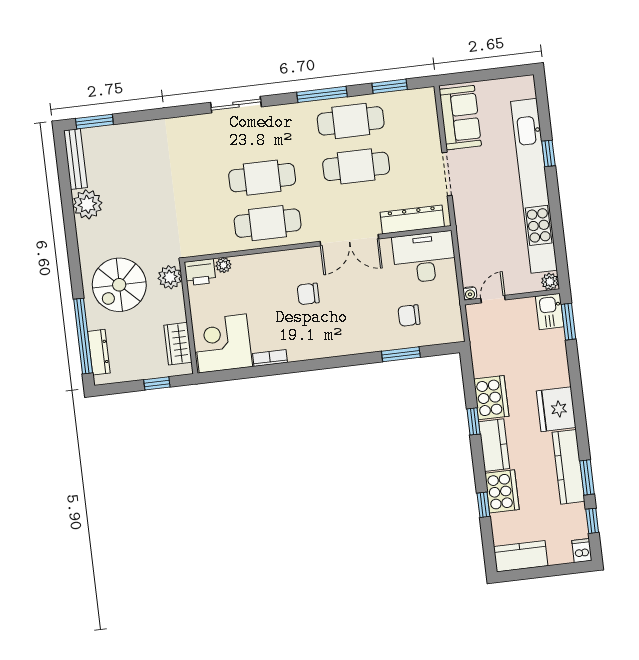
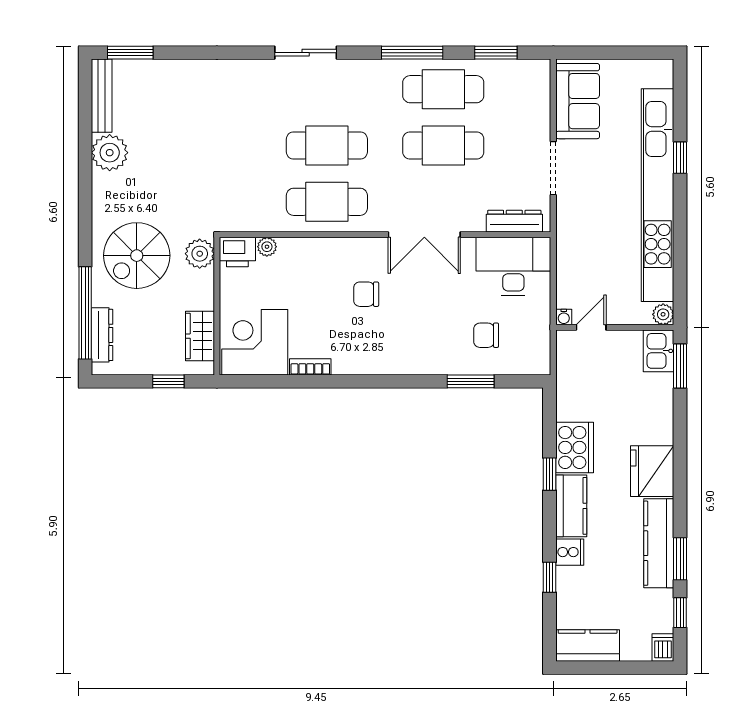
dresser: (412, 219) -> (514, 221), width x0.73, depth x0.80
cooker: (502, 491) -> (570, 552), width x0.53, depth x0.76

